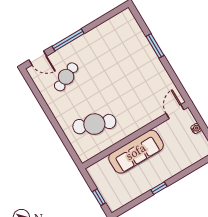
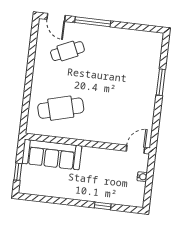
cafe table: (94, 124) -> (61, 108), turned -36
sofa: (136, 152) -> (52, 155), moved
window: (159, 188) -> (103, 206), moved

